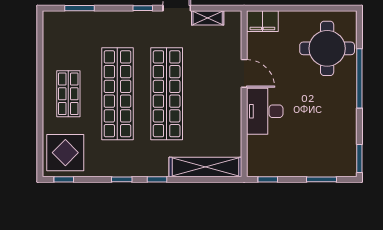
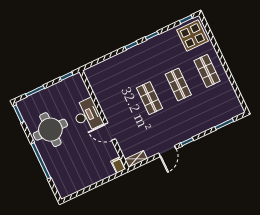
shelving: (208, 18) -> (136, 159), moved
filing cabinet: (262, 21) -> (118, 165), width x0.50
round table: (327, 48) -> (50, 130), moved
shop shelf: (117, 94) -> (178, 84), width x0.50, depth x0.74
shop shelf: (167, 94) -> (149, 98), width x0.50, depth x0.74
shelving: (205, 167) -> (106, 66), removed

